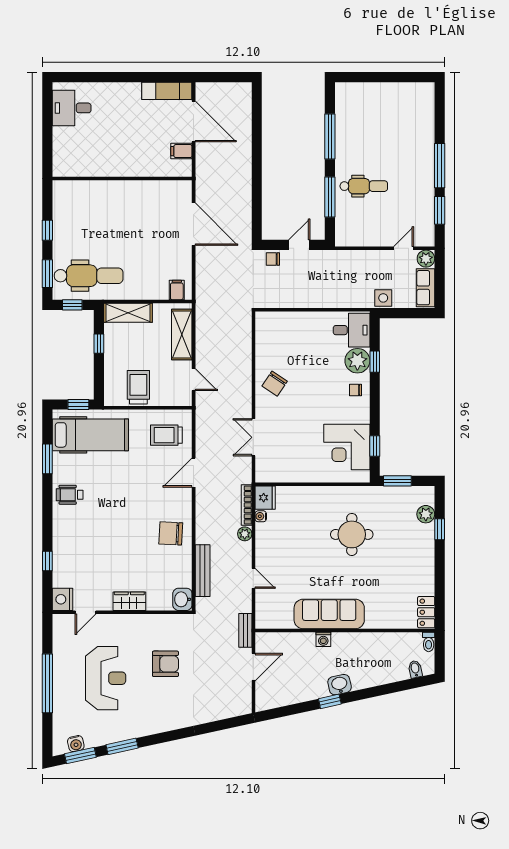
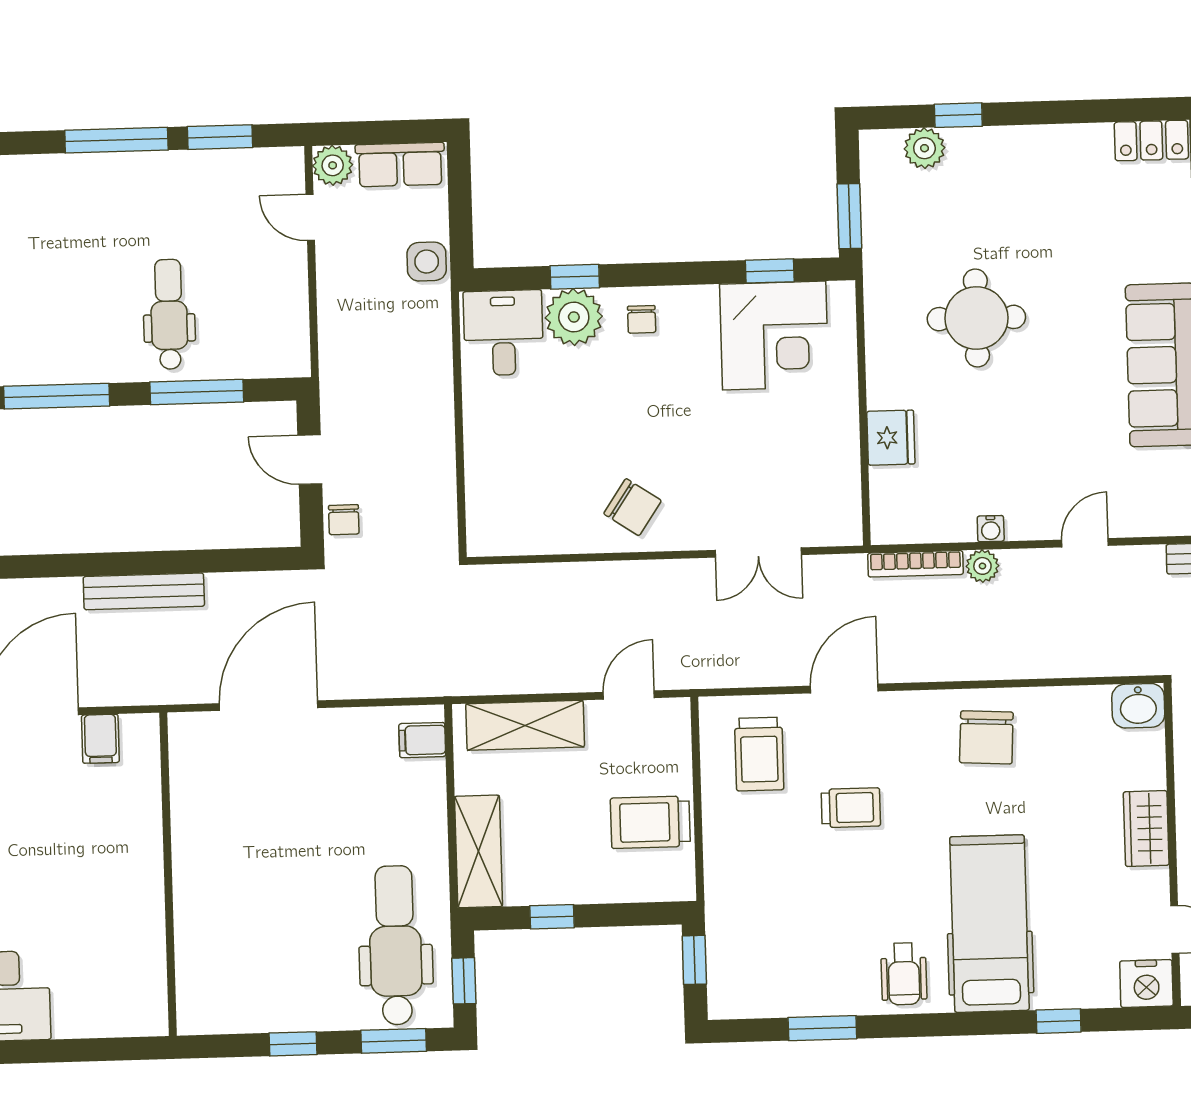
hospital bed: (90, 435) -> (989, 924), moved
door: (194, 473) -> (844, 689), swing flipped
trolley: (142, 474) -> (851, 808), added
fridge: (265, 498) -> (891, 438), moved, turned 90
water cooler: (261, 516) -> (991, 529), moved
bench: (203, 571) -> (144, 591), moved

